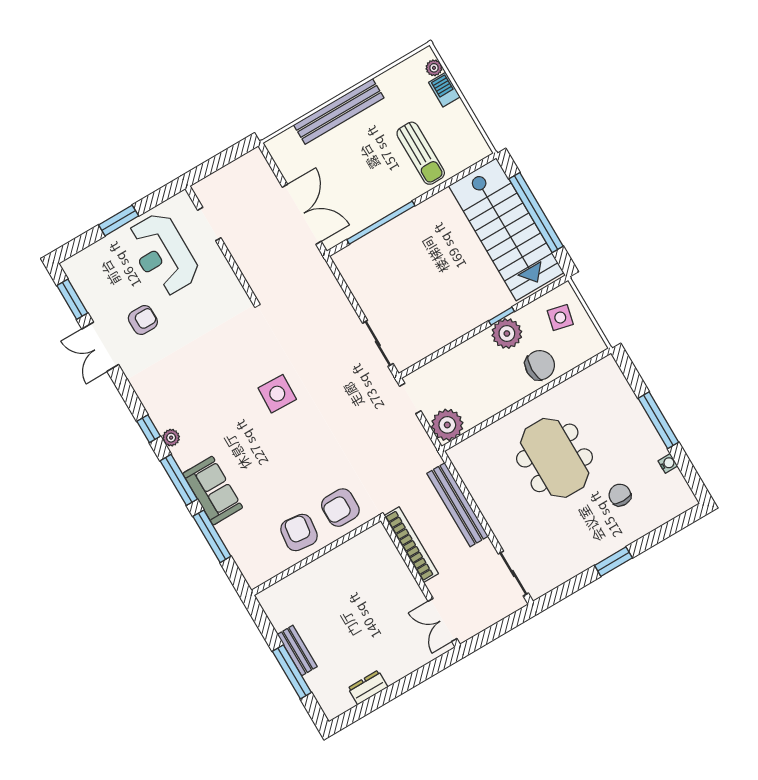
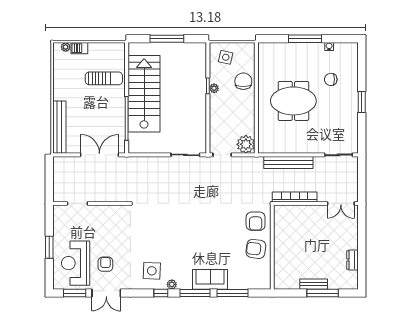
bench: (339, 111) -> (59, 127), moved
window: (536, 213) -> (167, 39), width x0.68
stairs: (506, 229) -> (144, 94), moved, turned -90
reception desk: (163, 254) -> (76, 263), moved, turned 90
plant: (507, 334) -> (214, 88), width x0.53, depth x0.53
side table: (277, 394) -> (152, 271), moved

